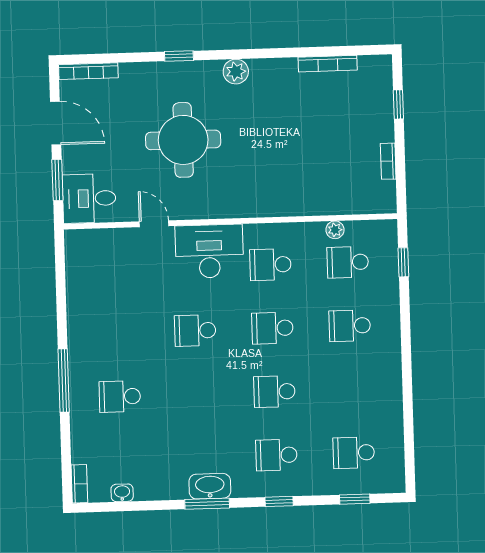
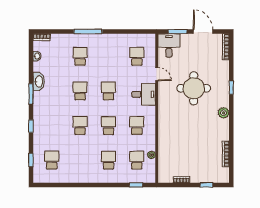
door: (56, 123) -> (203, 32), swing flipped
door: (154, 224) -> (157, 74), hinge flipped
desk: (209, 251) -> (144, 94), width x0.73
school desk: (116, 269) -> (137, 56), added
school desk: (276, 455) -> (80, 91), moved
washbasin: (210, 486) -> (39, 82), moved

